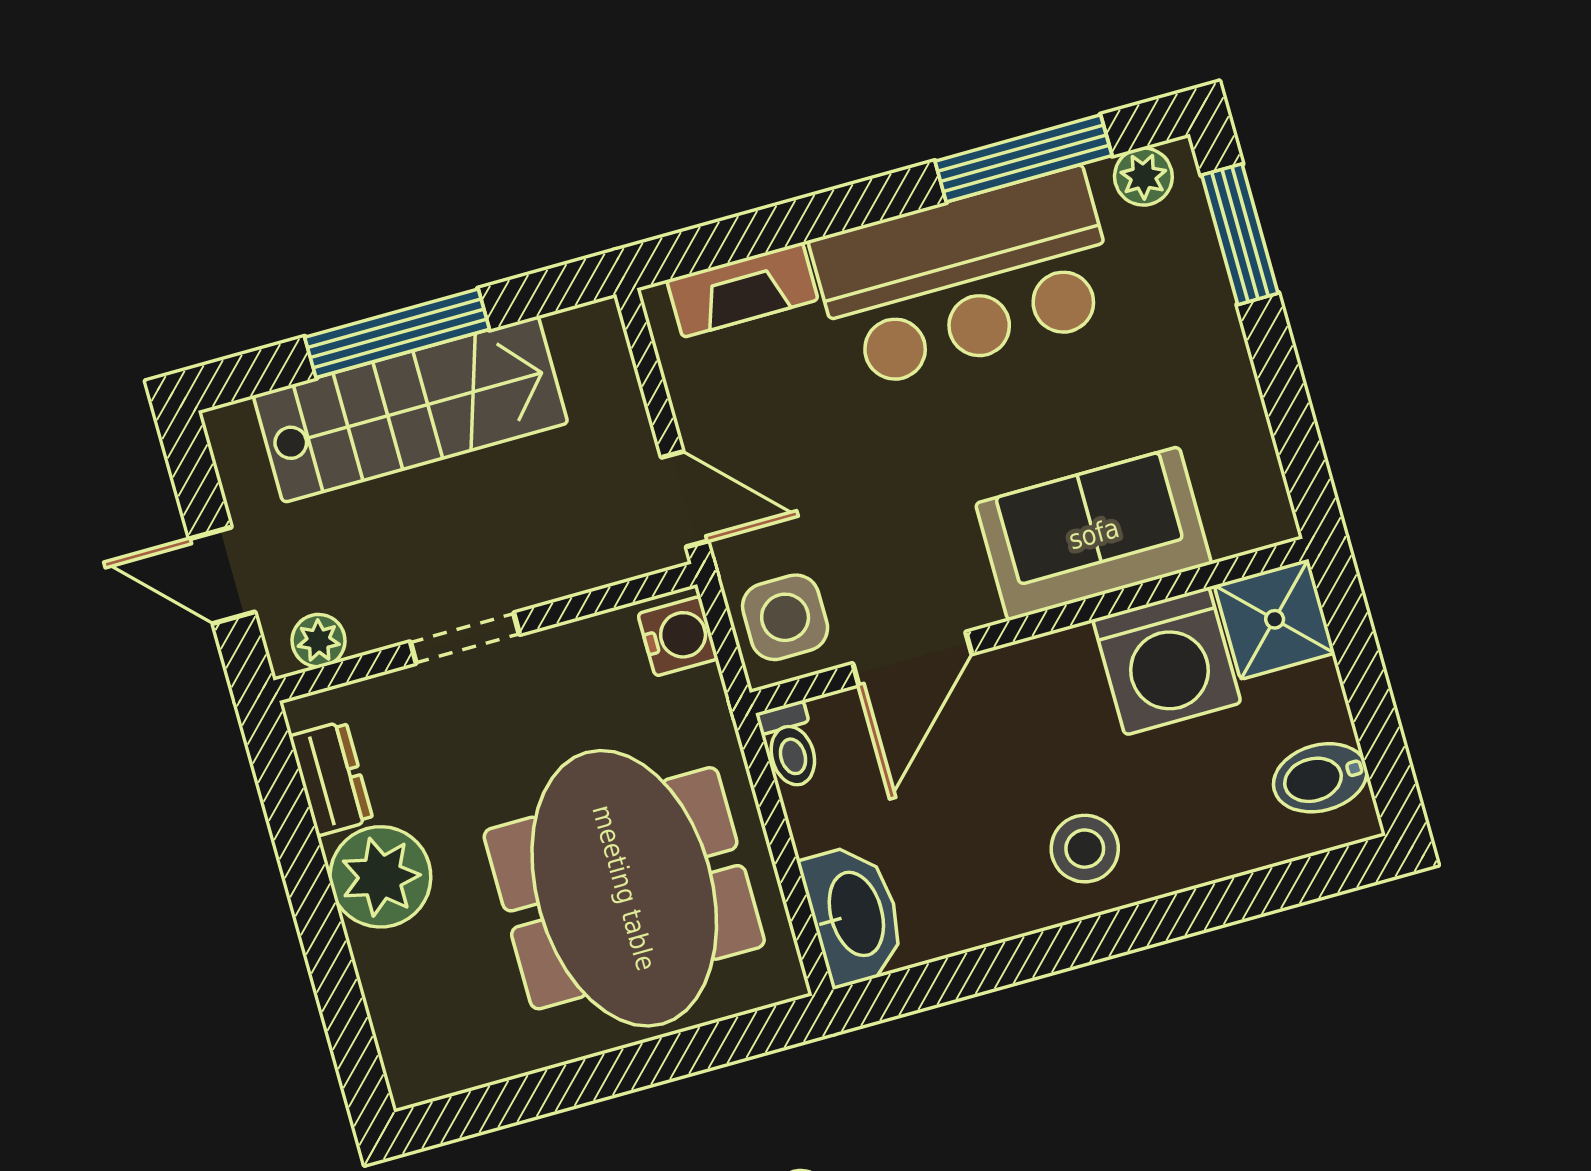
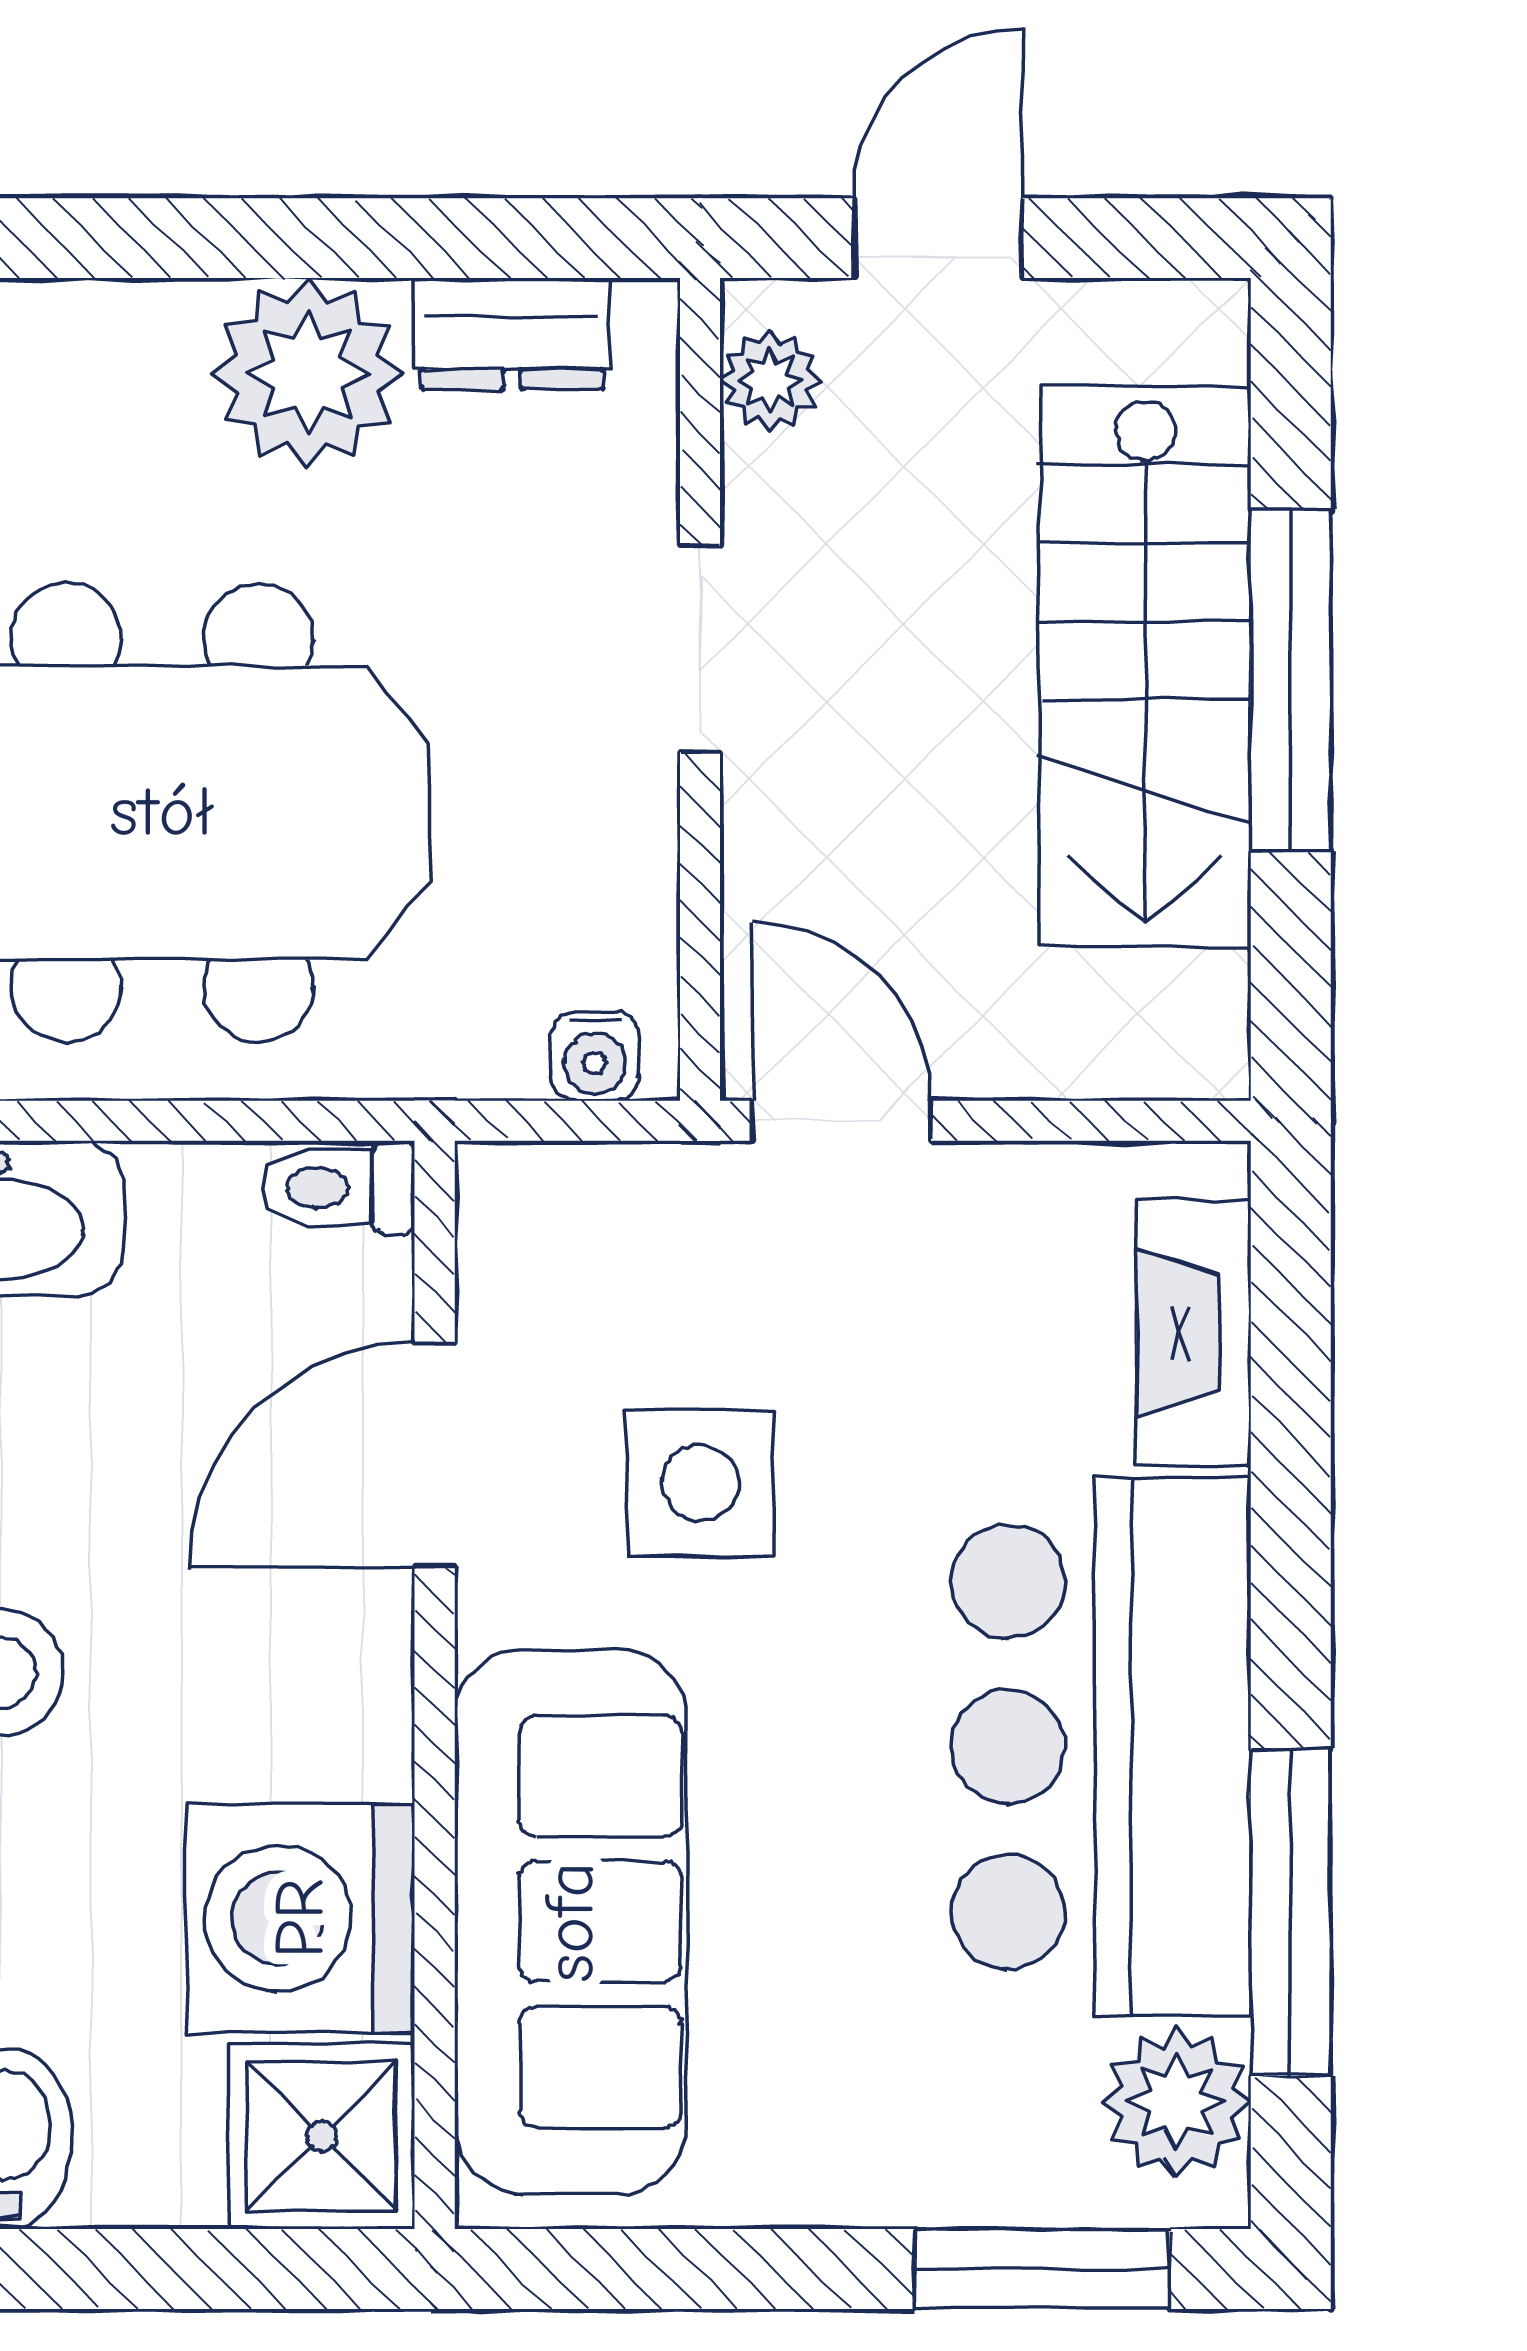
plant: (1143, 177) -> (1176, 2102), width x1.38, depth x1.38
door: (685, 499) -> (842, 1121), swing flipped
sofa: (1094, 534) -> (570, 1922), width x1.36
side table: (785, 617) -> (700, 1483), moved
water cooler: (678, 636) -> (595, 1056), width x0.72, depth x0.72
door: (912, 659) -> (435, 1455), hinge flipped

